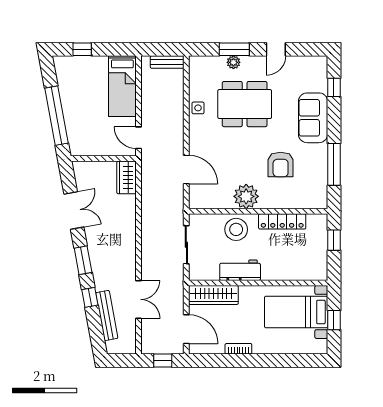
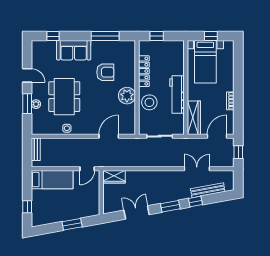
window: (56, 116) -> (72, 224), width x0.47
workbench: (240, 270) -> (177, 95), width x1.37

